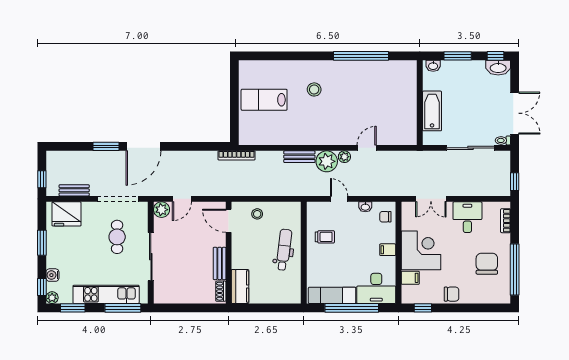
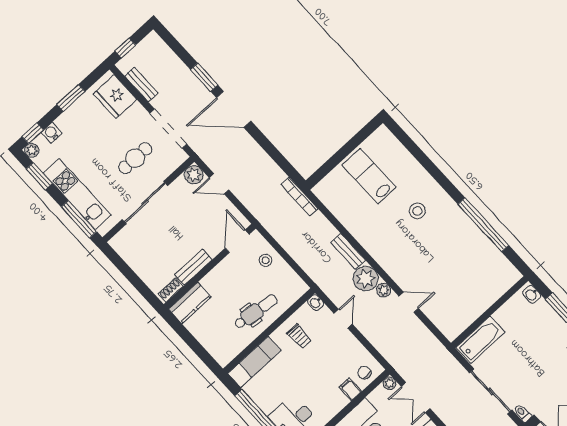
bathtub: (432, 111) -> (480, 340), moved
washbasin: (365, 207) -> (316, 302), moved
plant: (407, 207) -> (390, 383), added
filing cabinet: (388, 250) -> (350, 389), moved
exam couch: (332, 295) -> (254, 362), moved, turned 90

